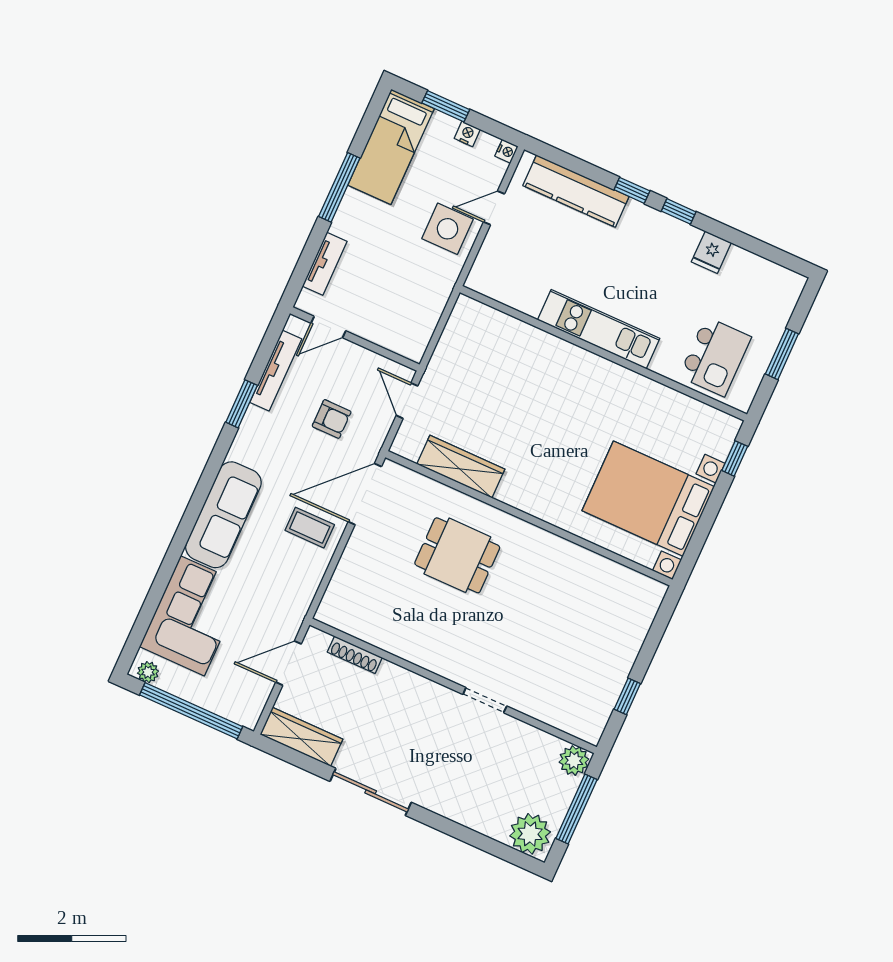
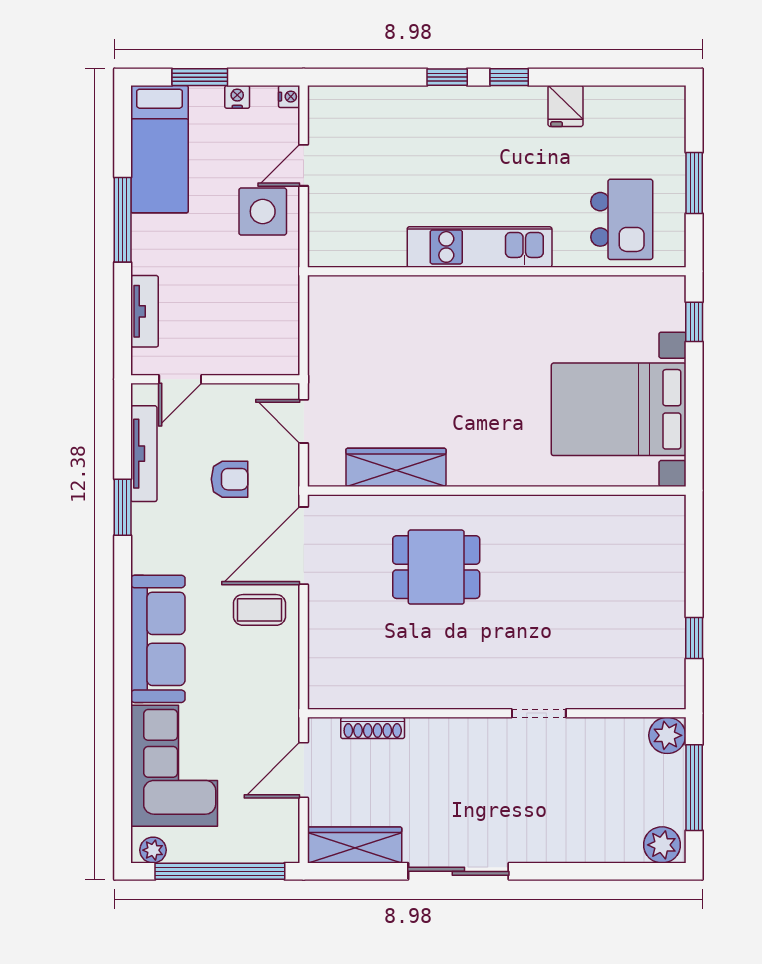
kitchen counter: (576, 191) -> (386, 106), removed
plant: (530, 834) -> (662, 845), width x0.73, depth x0.73

